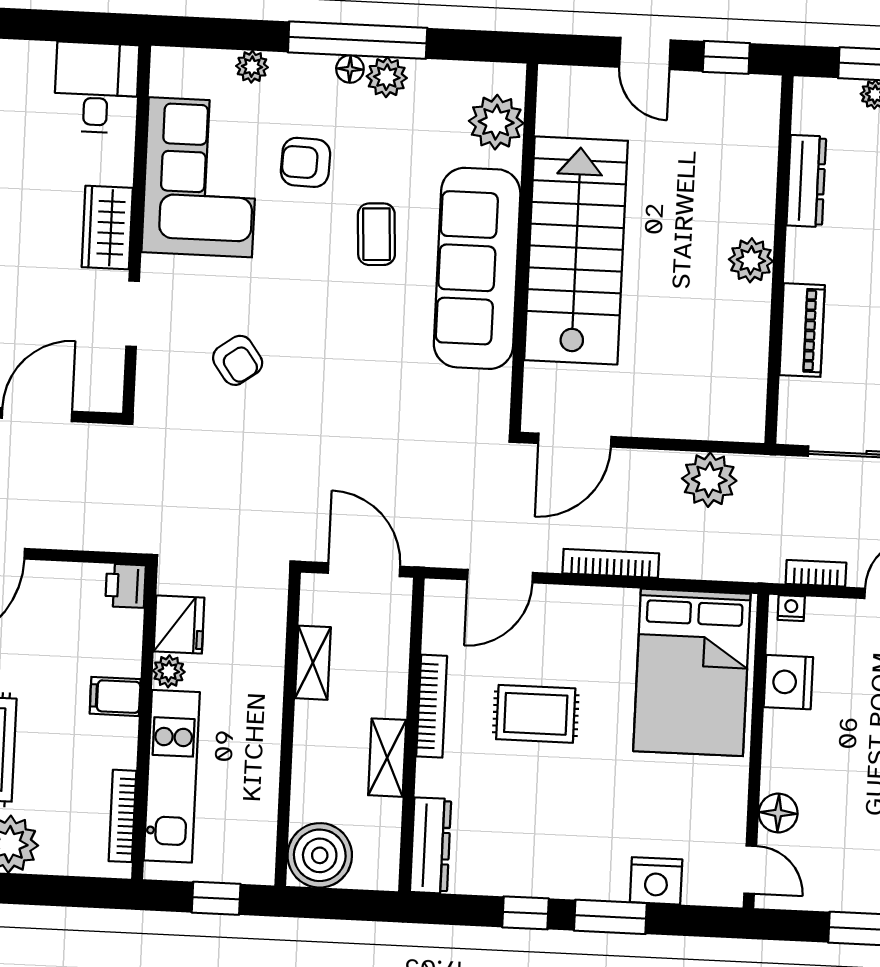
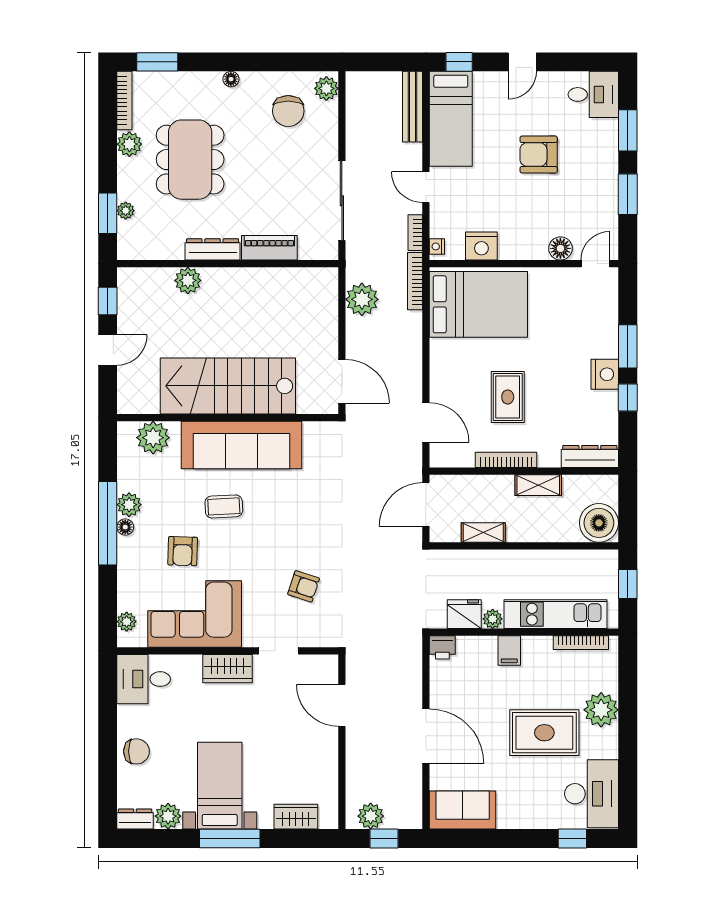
plant: (252, 67) -> (127, 622), moved
dresser: (806, 181) -> (213, 249), moved
plant: (751, 260) -> (188, 280), moved
armchair: (238, 360) -> (304, 586), turned 54
bookcase: (611, 563) -> (415, 281), moved
nightstand: (656, 881) -> (605, 374), moved

